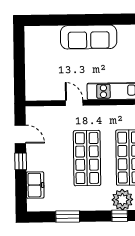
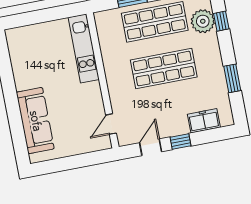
sofa: (89, 37) -> (35, 121), moved
door: (74, 103) -> (111, 124), moved

